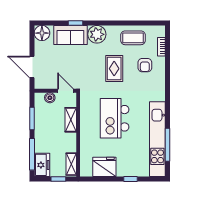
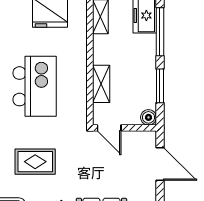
rug: (114, 69) -> (35, 162), turned 90
boiler: (50, 98) -> (148, 117), moved

